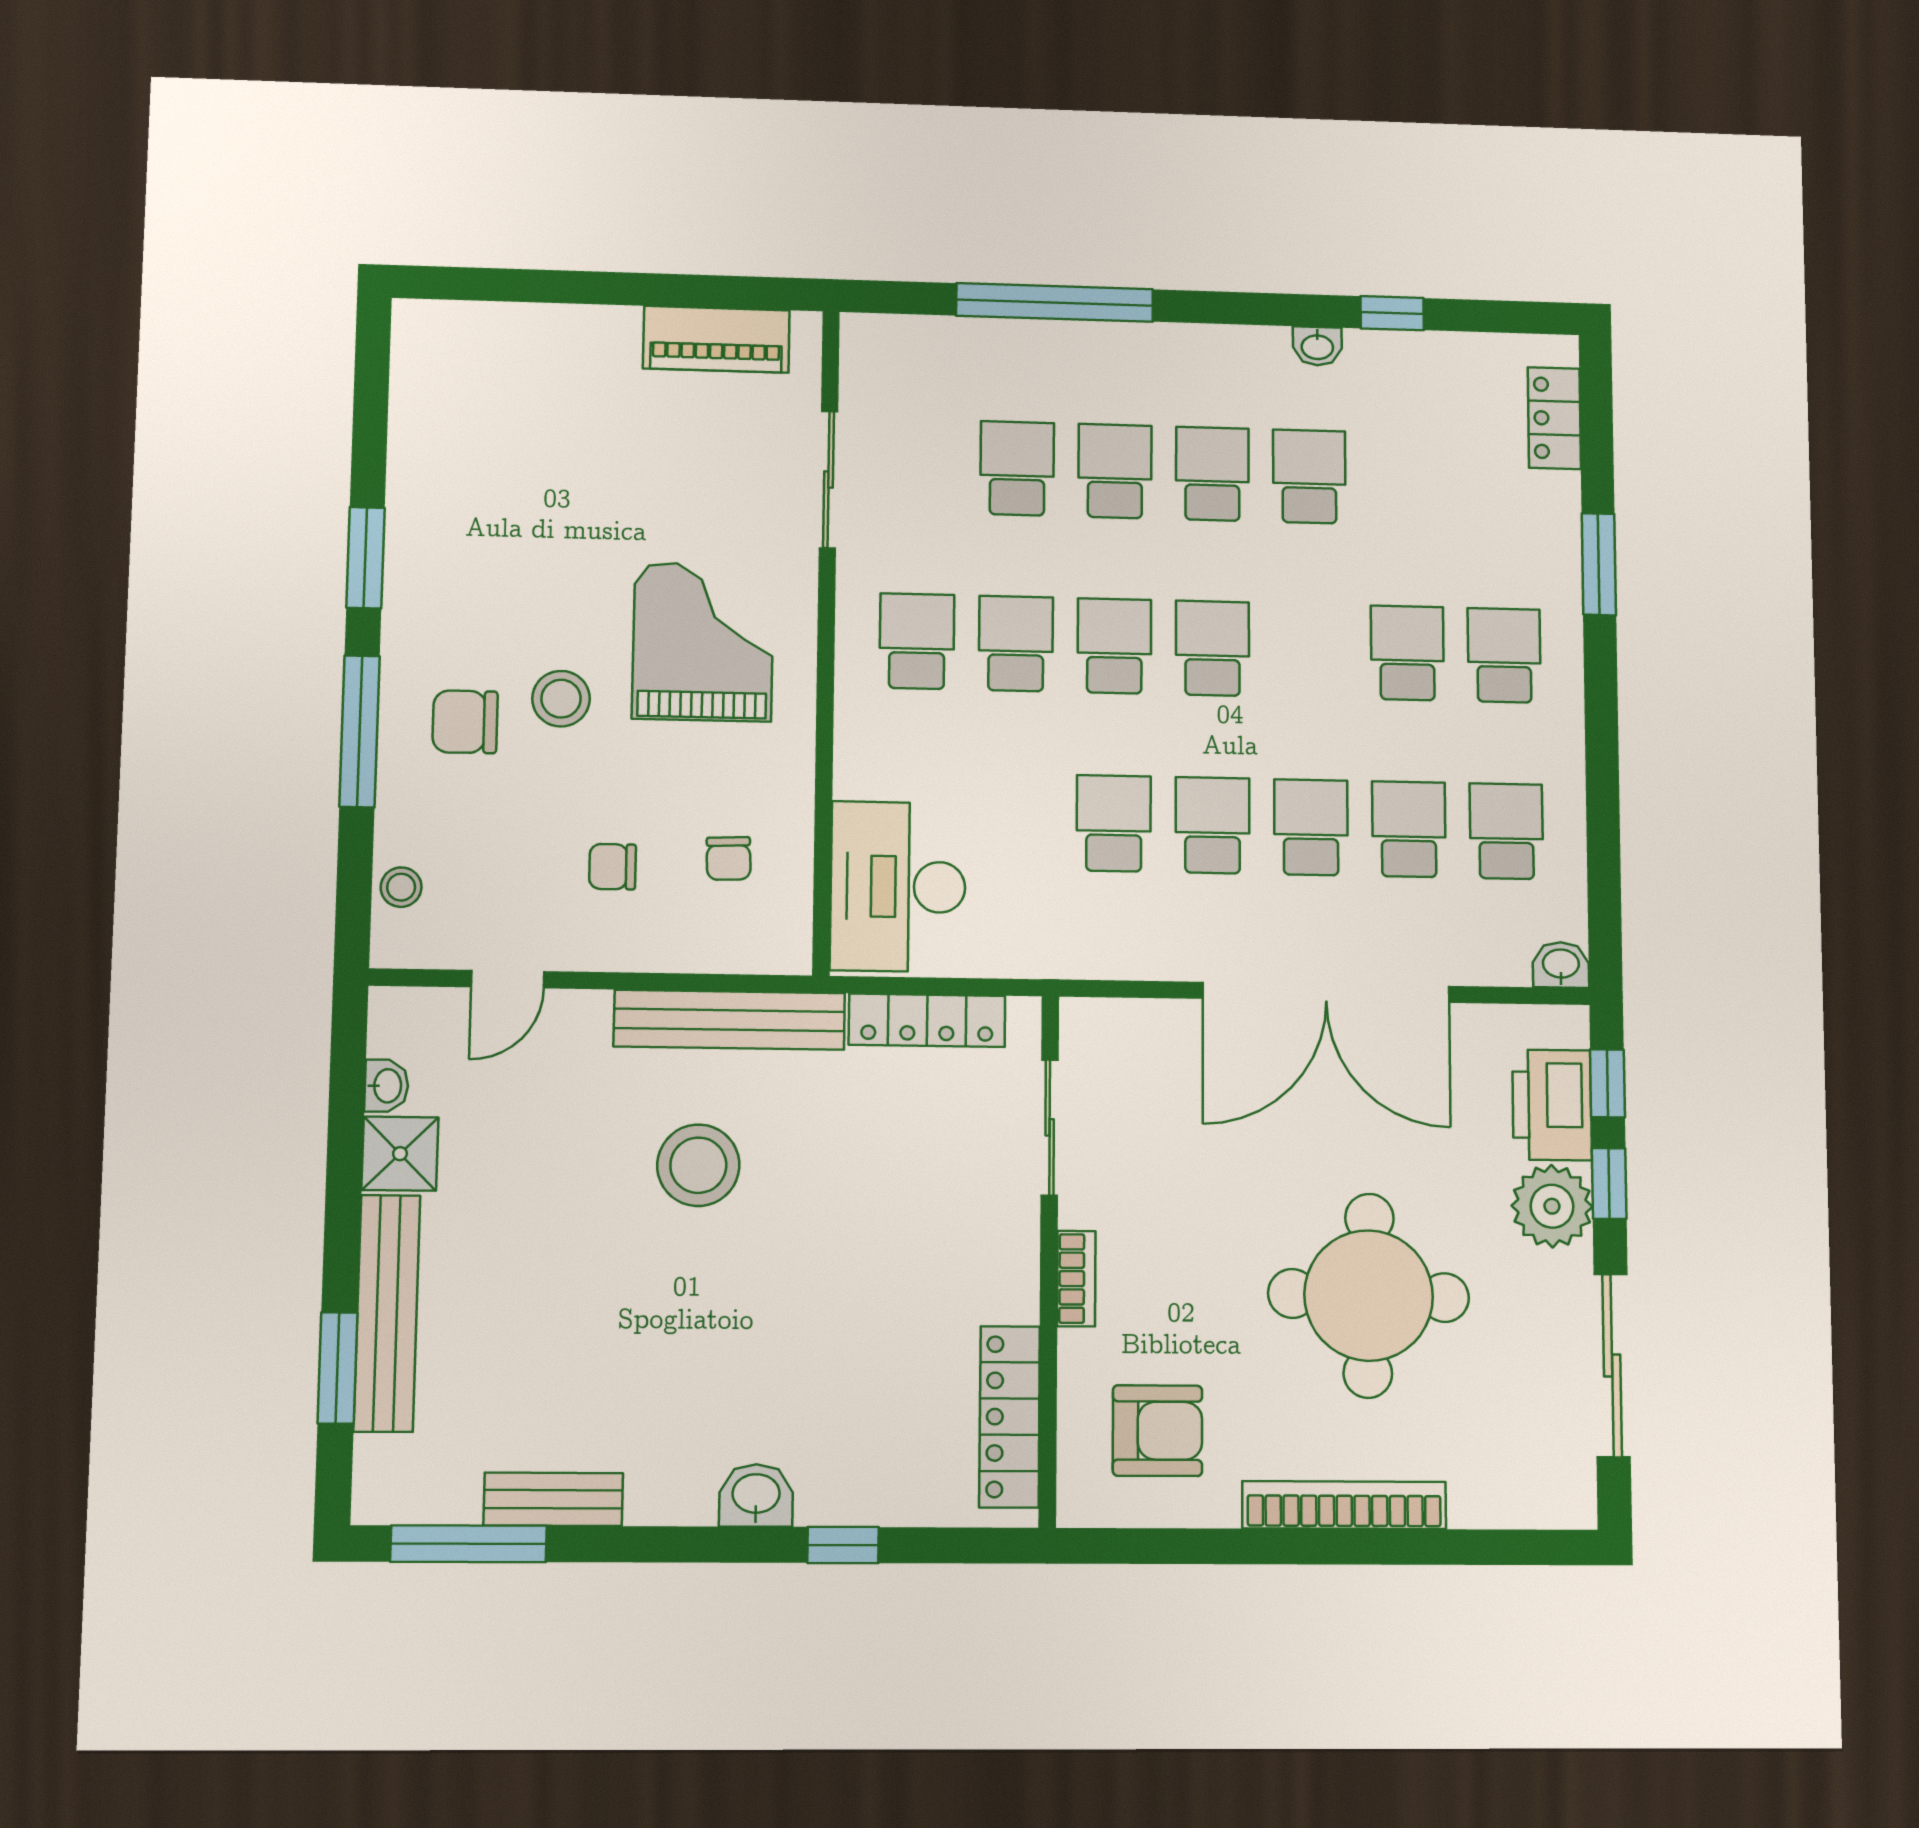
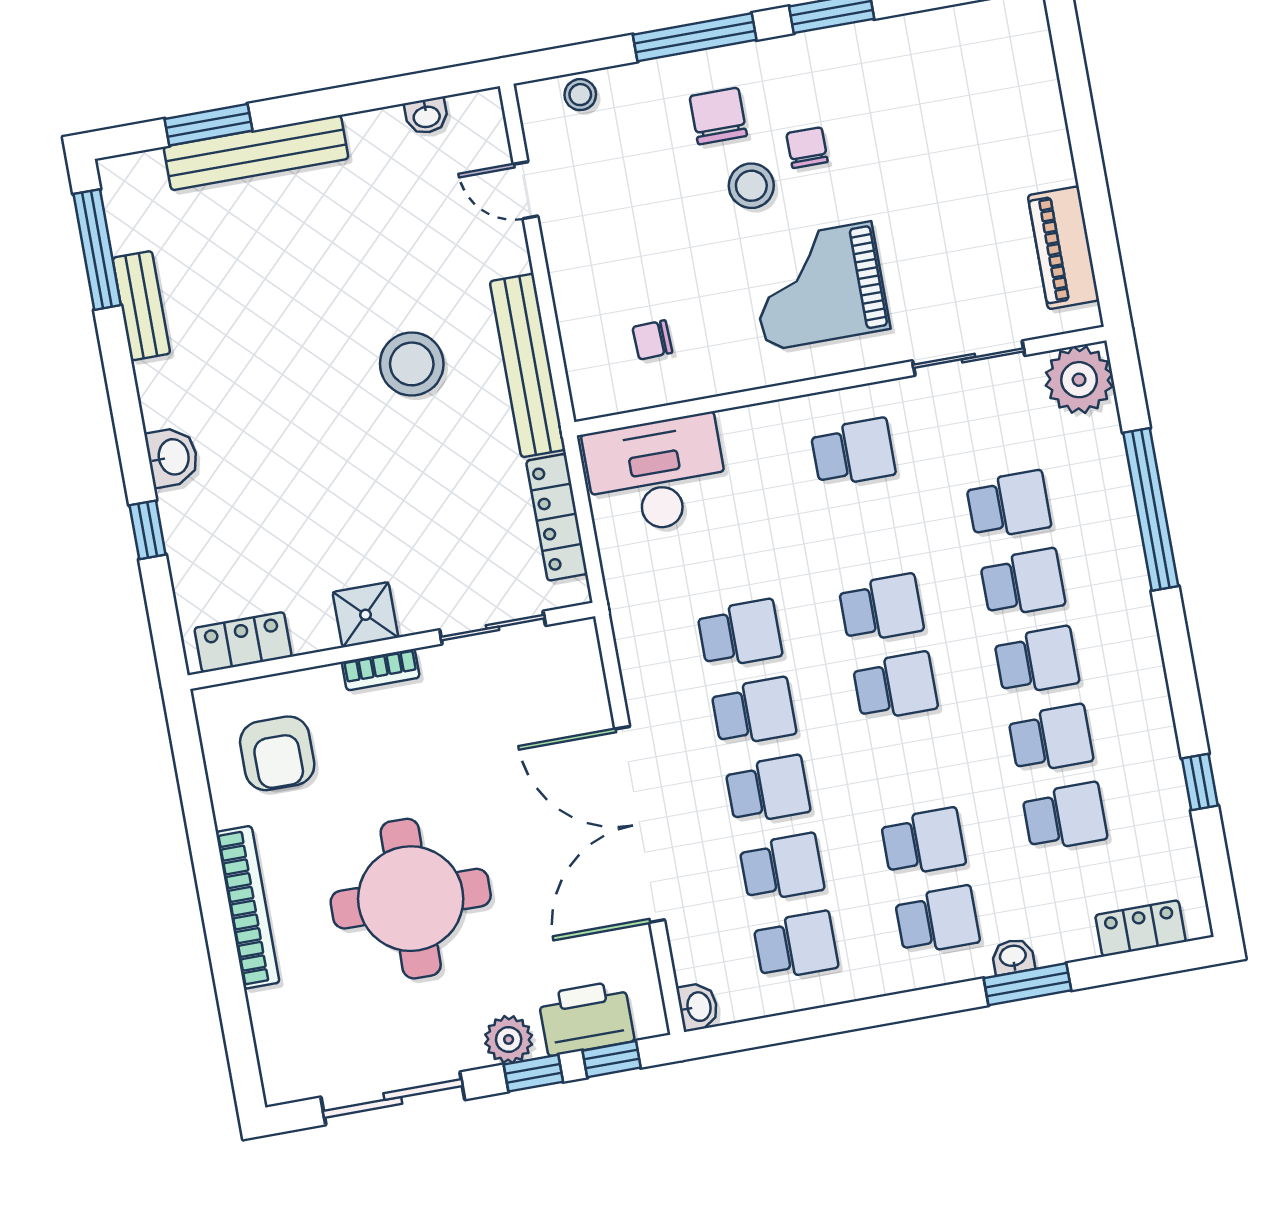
washbasin: (1317, 346) -> (1013, 957), moved, turned 90
plant: (881, 354) -> (1079, 380), added
grand piano: (703, 642) -> (819, 286), turned 180
school desk: (1016, 644) -> (1065, 817), moved
chair: (612, 867) -> (807, 148), moved
shower: (400, 1154) -> (365, 615), moved
plant: (1552, 1206) -> (509, 1039), width x0.73, depth x0.73
locker: (1010, 1417) -> (243, 642), width x0.66

